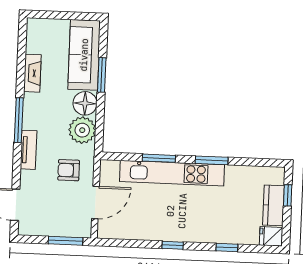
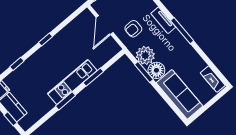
fireplace: (32, 73) -> (213, 79), moved
window: (102, 75) -> (144, 72), moved
armchair: (69, 170) -> (133, 29), turned 180
kitchen unit: (172, 173) -> (72, 82), width x0.73

